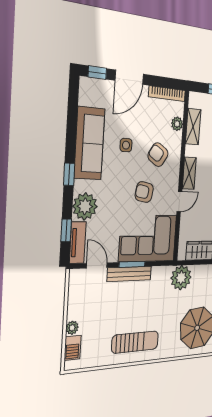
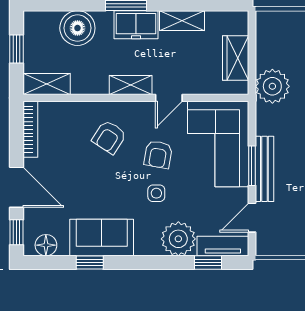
floor lamp: (86, 96) -> (46, 245), added
plant: (177, 124) -> (67, 110), removed
shelving: (193, 127) -> (47, 84), moved
sofa: (89, 143) -> (102, 238), width x0.73
side table: (126, 145) -> (156, 193), moved
window: (69, 174) -> (90, 263), moved
door: (179, 202) -> (169, 98), swing flipped

